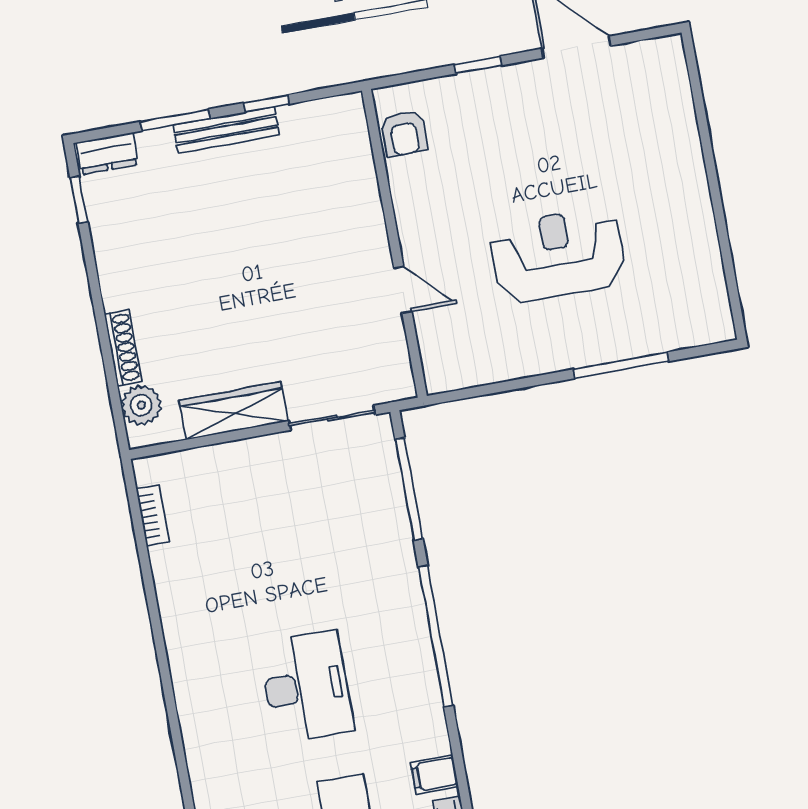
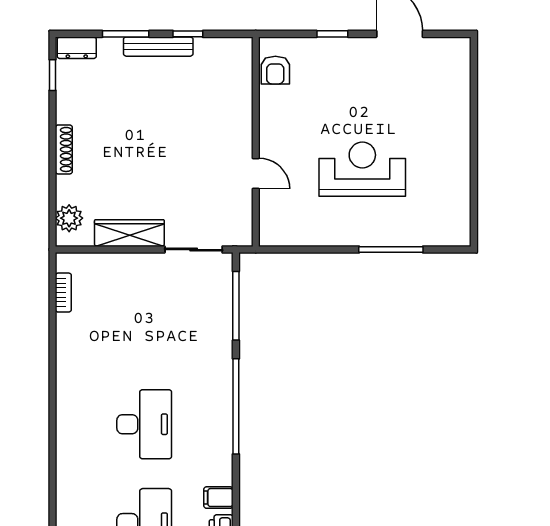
shoe rack: (123, 348) -> (64, 149), moved

